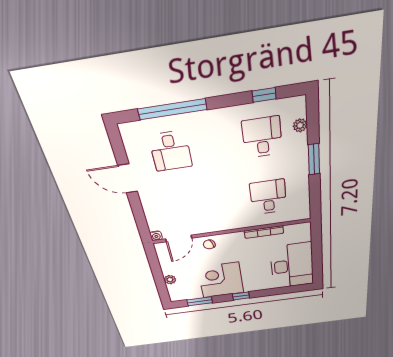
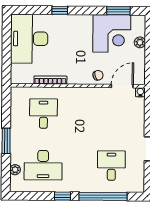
window: (264, 95) -> (62, 196), moved
desk: (262, 137) -> (43, 165), width x1.37
desk: (268, 197) -> (43, 114), turned 180
corner desk: (221, 280) -> (112, 34), moved
window: (241, 296) -> (60, 10), moved

